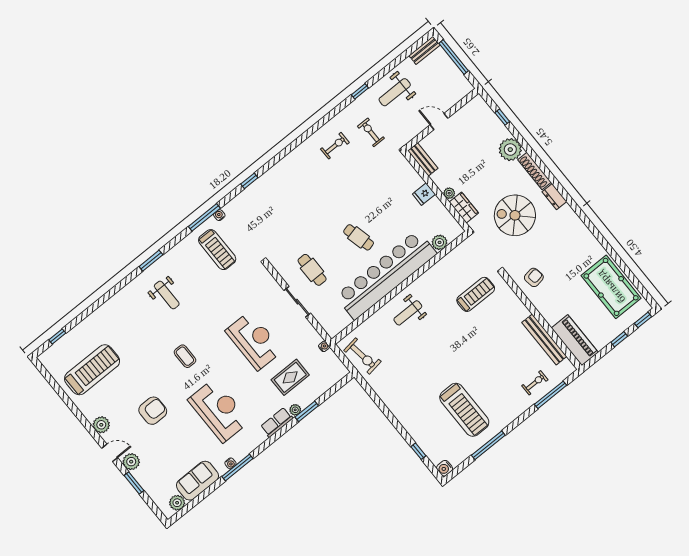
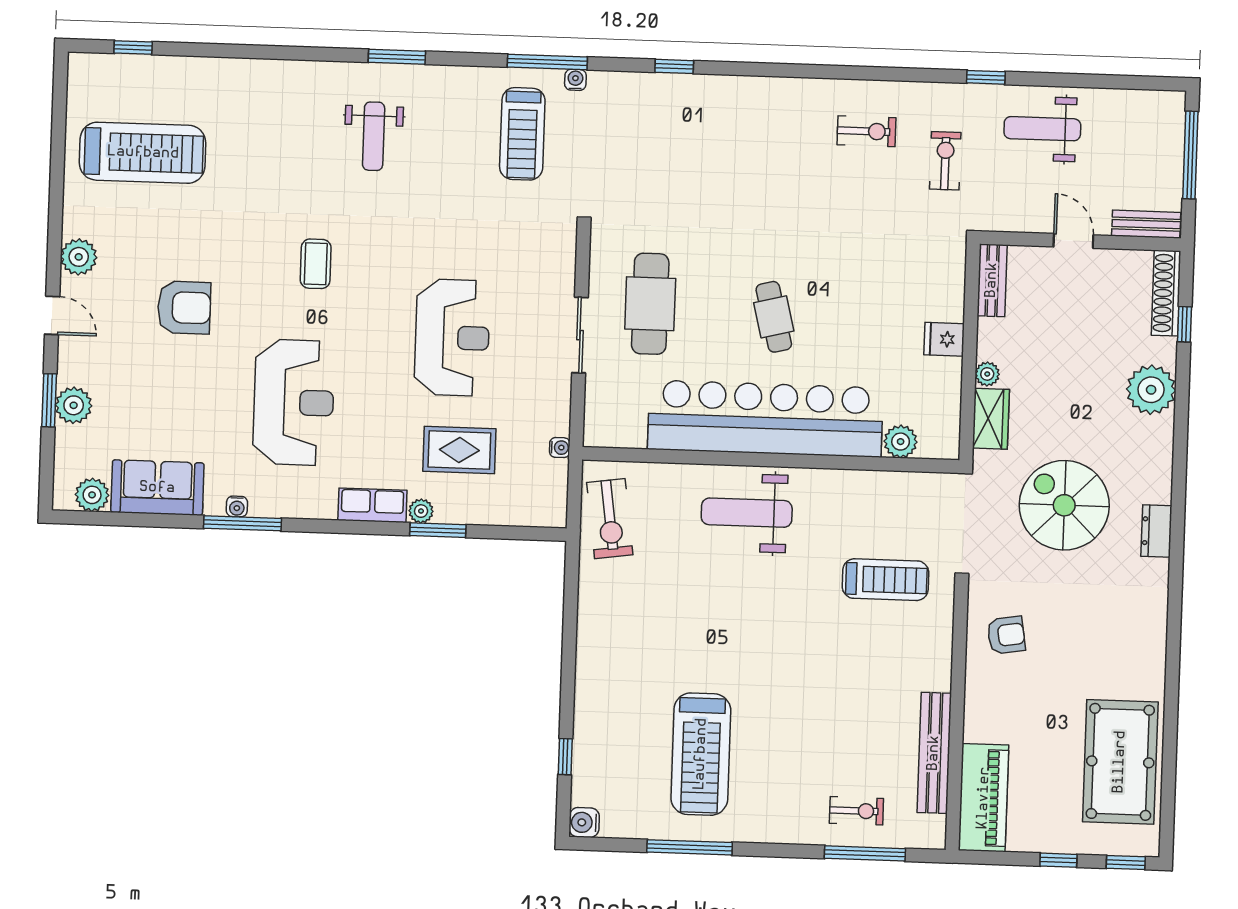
bench: (425, 50) -> (1146, 224), moved
shoe rack: (534, 171) -> (1166, 293), moved
cafe table: (312, 270) -> (650, 304), width x1.37, depth x1.35
weight bench: (408, 313) -> (747, 513), width x1.36, depth x1.33
plant: (131, 462) -> (74, 405), moved

